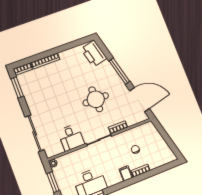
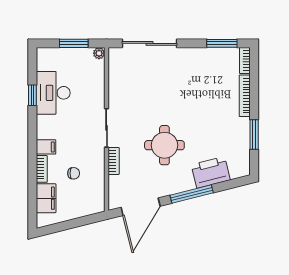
window: (68, 46) -> (254, 134), added
printer: (94, 54) -> (211, 172), moved
desk: (71, 137) -> (125, 91), removed
filing cabinet: (158, 161) -> (46, 198), added

